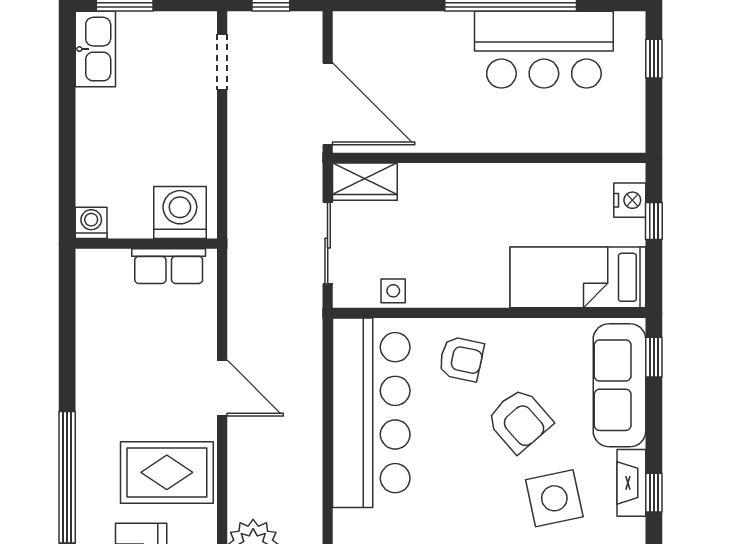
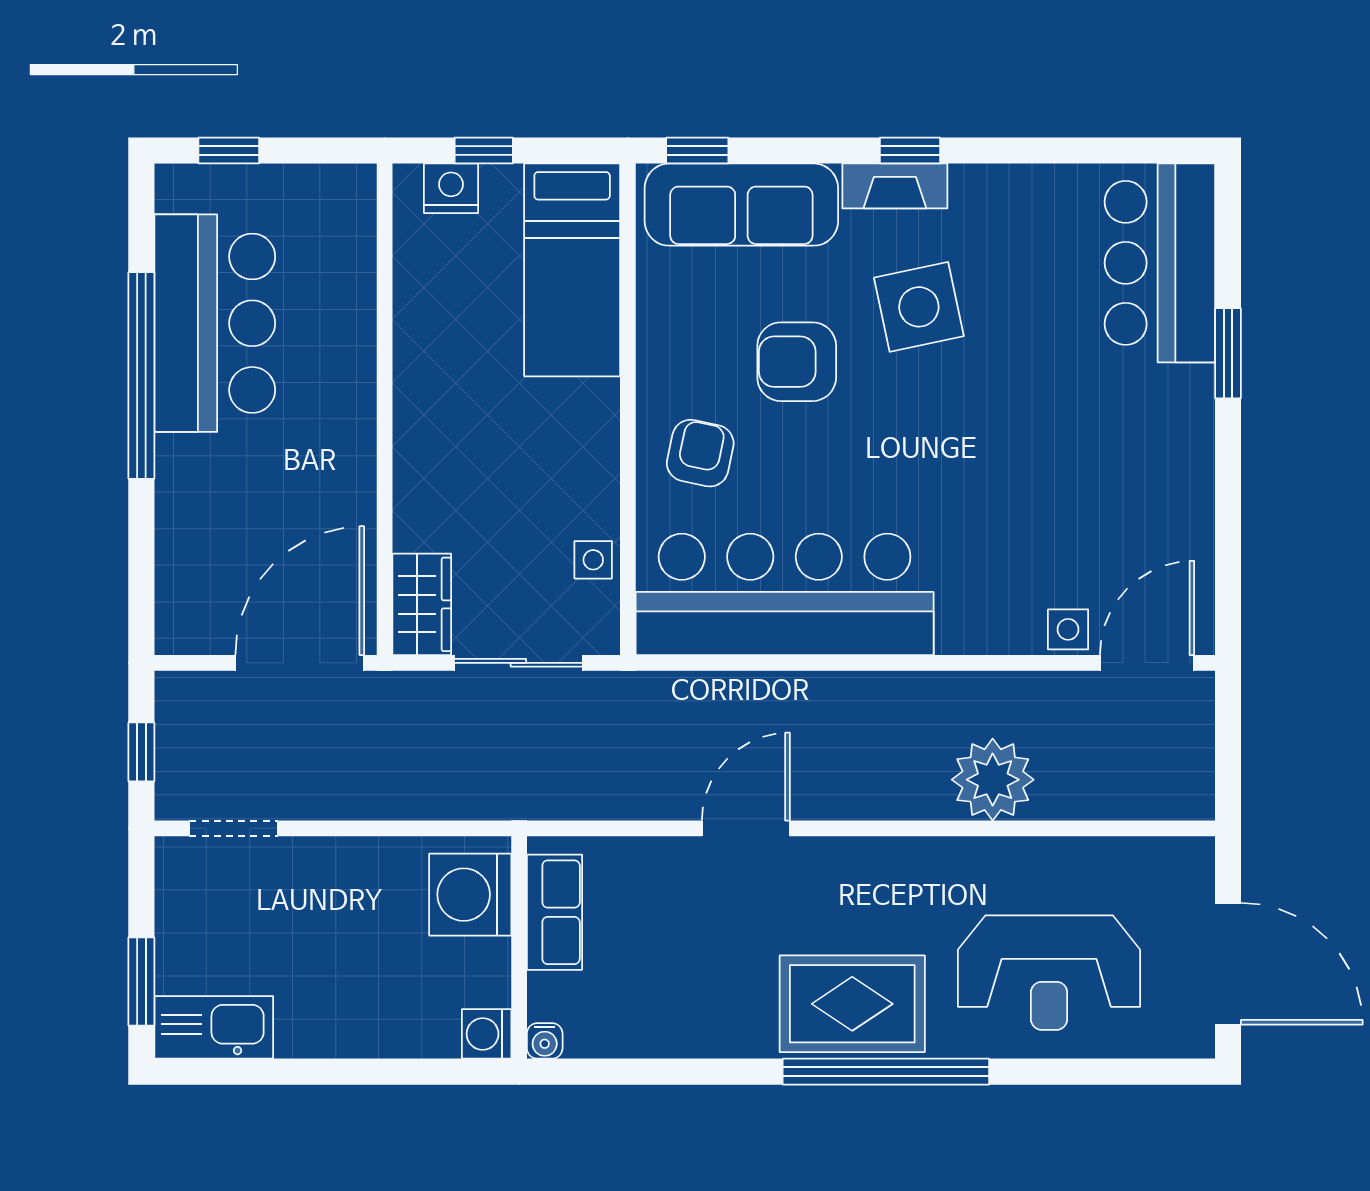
water cooler: (87, 260) -> (545, 1041), added
armchair: (519, 420) -> (797, 362), turned -139
rug: (167, 472) -> (852, 1004), moved, turned 90

